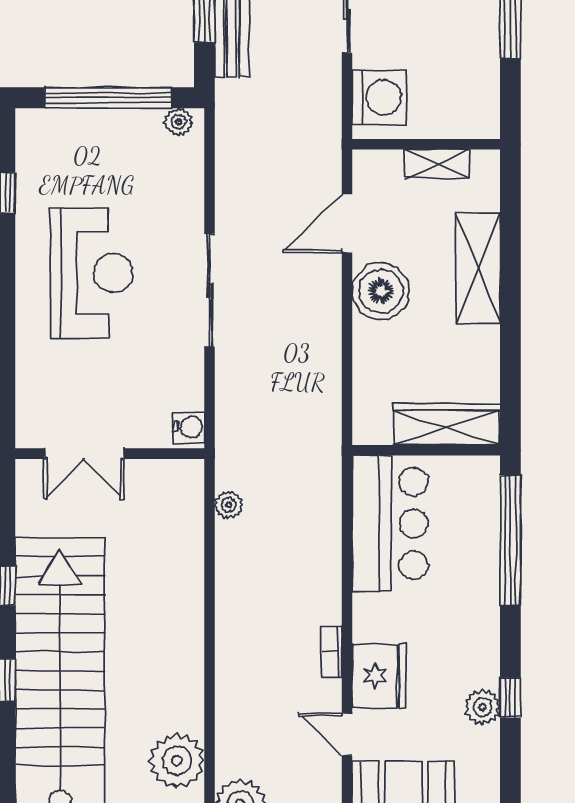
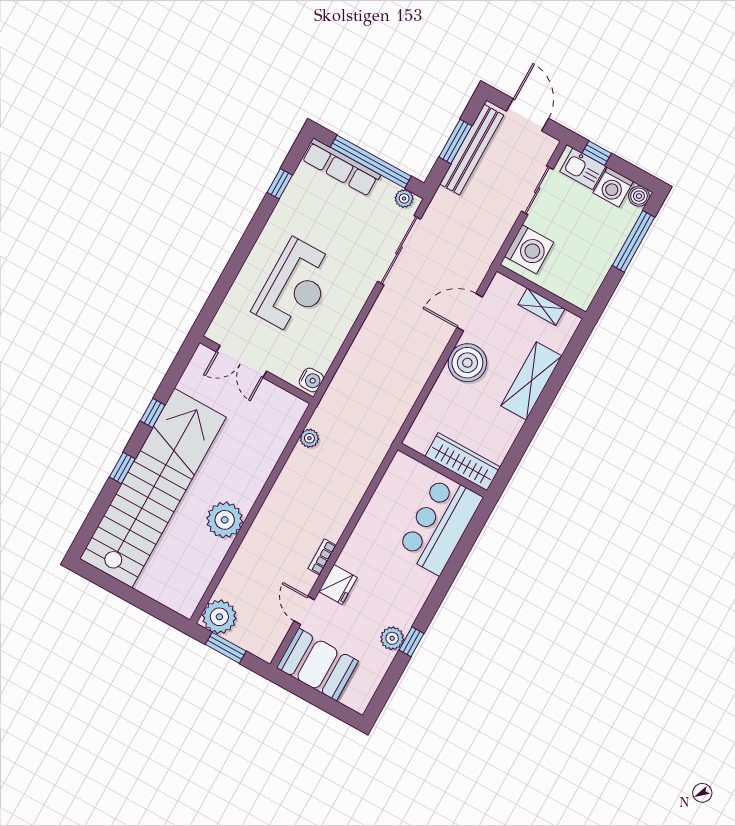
row of seats: (73, 127) -> (341, 167), added
reception desk: (92, 273) -> (295, 287), moved
sliding door: (209, 290) -> (399, 250), moved
bar counter: (390, 524) -> (440, 525), moved, turned 180
window: (510, 540) -> (462, 550), removed
fridge: (379, 676) -> (338, 584), width x0.73, depth x0.75
plant: (177, 761) -> (225, 520), moved

